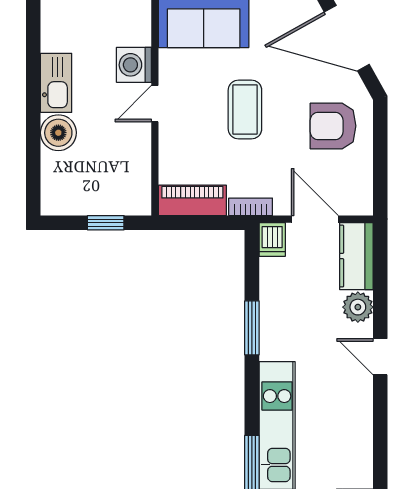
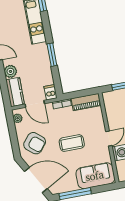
coffee table: (245, 109) -> (72, 143), turned 90
armchair: (333, 126) -> (35, 143), turned 40
plant: (362, 193) -> (18, 118), added

